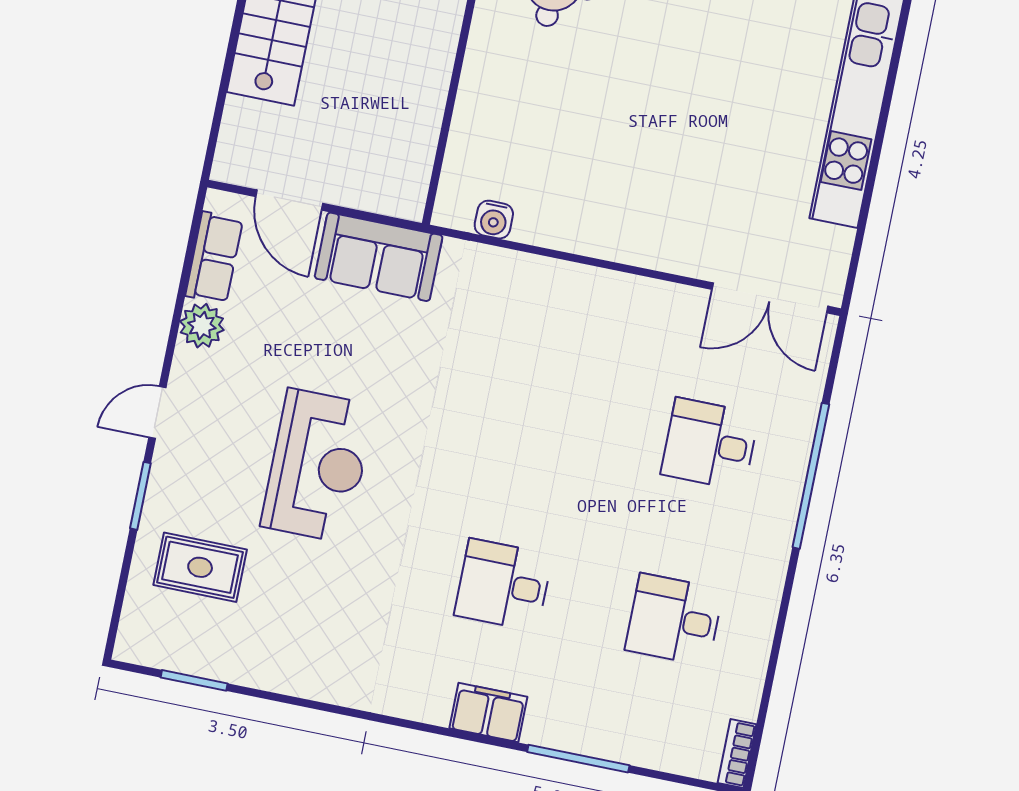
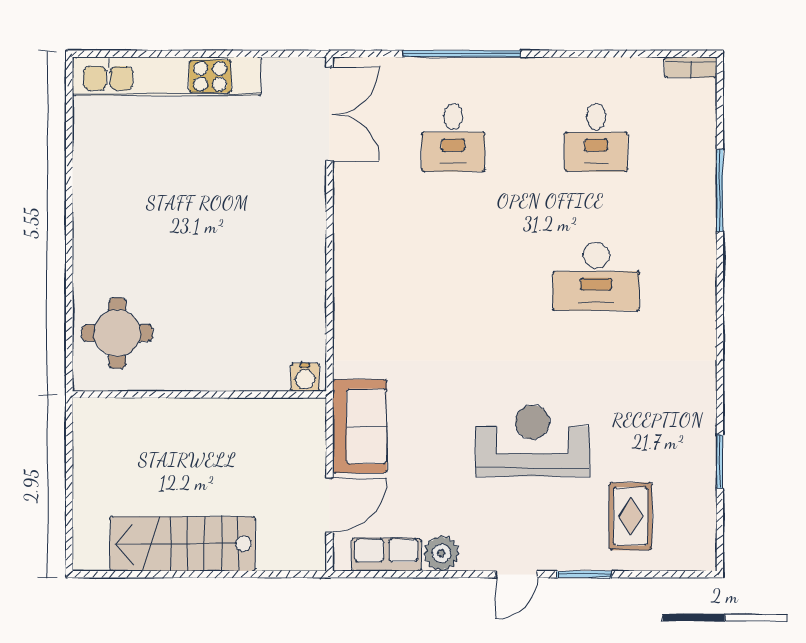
water cooler: (494, 220) -> (305, 377), moved, turned 90
door: (157, 412) -> (516, 574), hinge flipped
desk: (503, 585) -> (596, 277), width x1.37
window: (194, 680) -> (720, 461), moved
filing cabinet: (488, 713) -> (698, 268), removed

